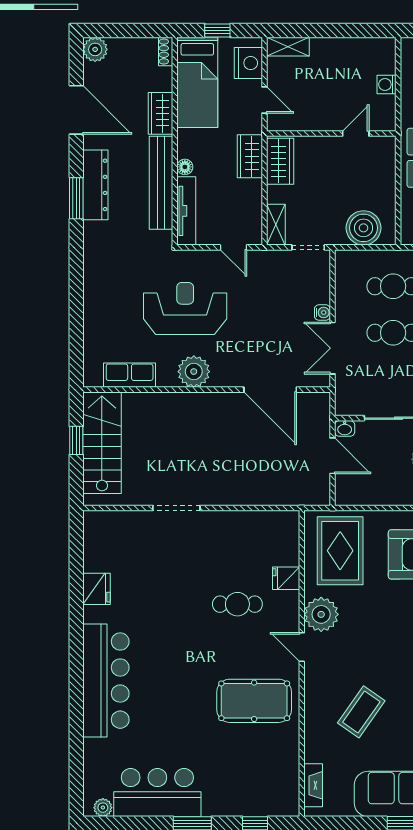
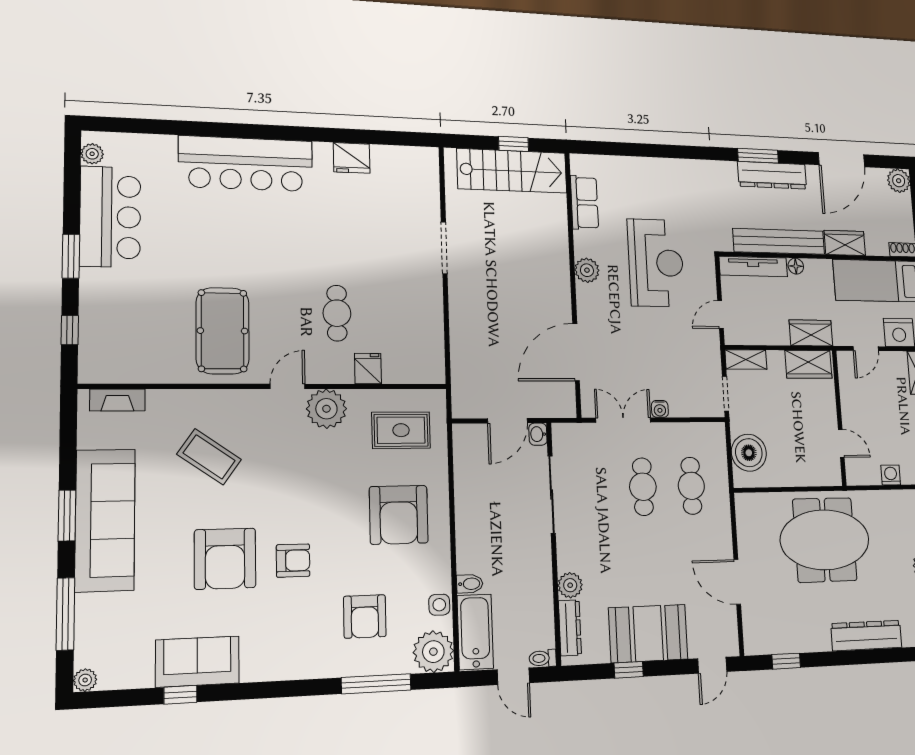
plant: (194, 372) -> (587, 270), width x0.73, depth x0.73
rug: (340, 551) -> (401, 430), width x0.73, depth x0.70

